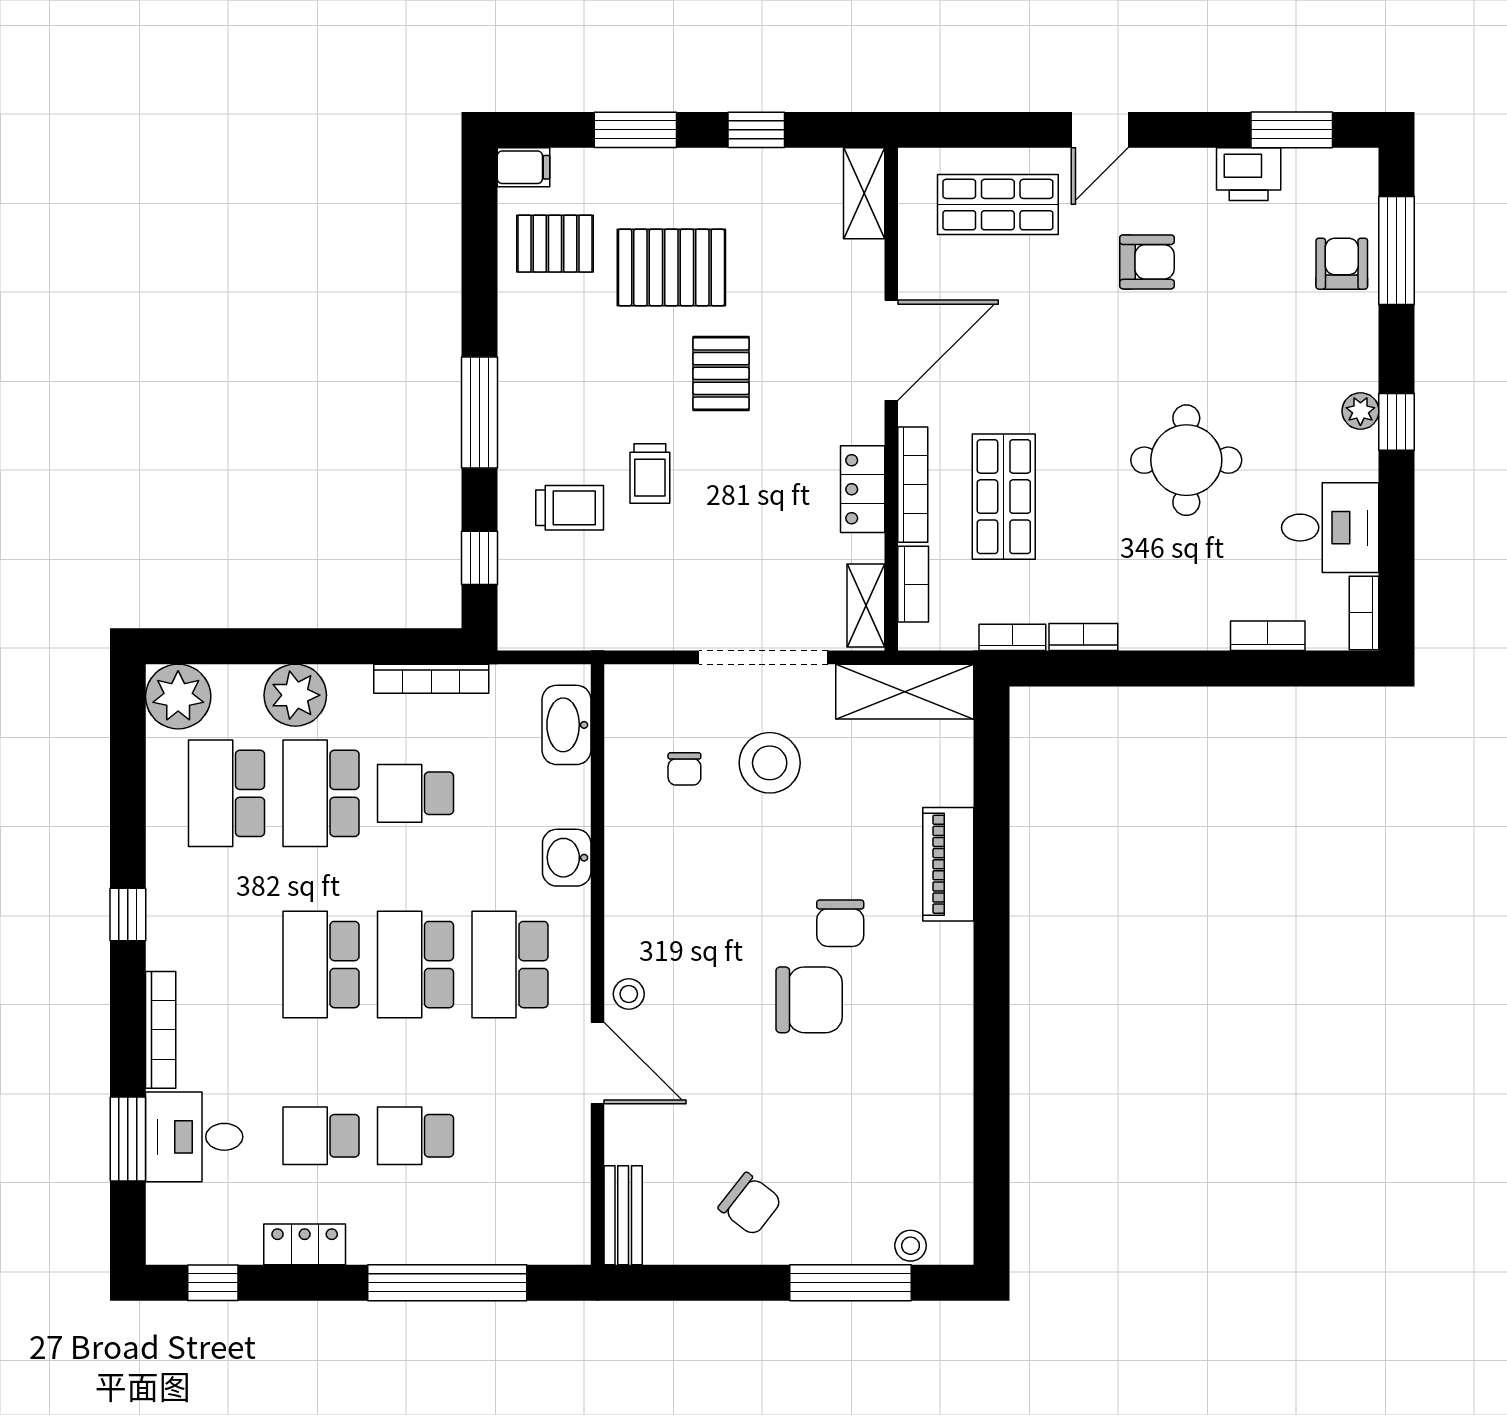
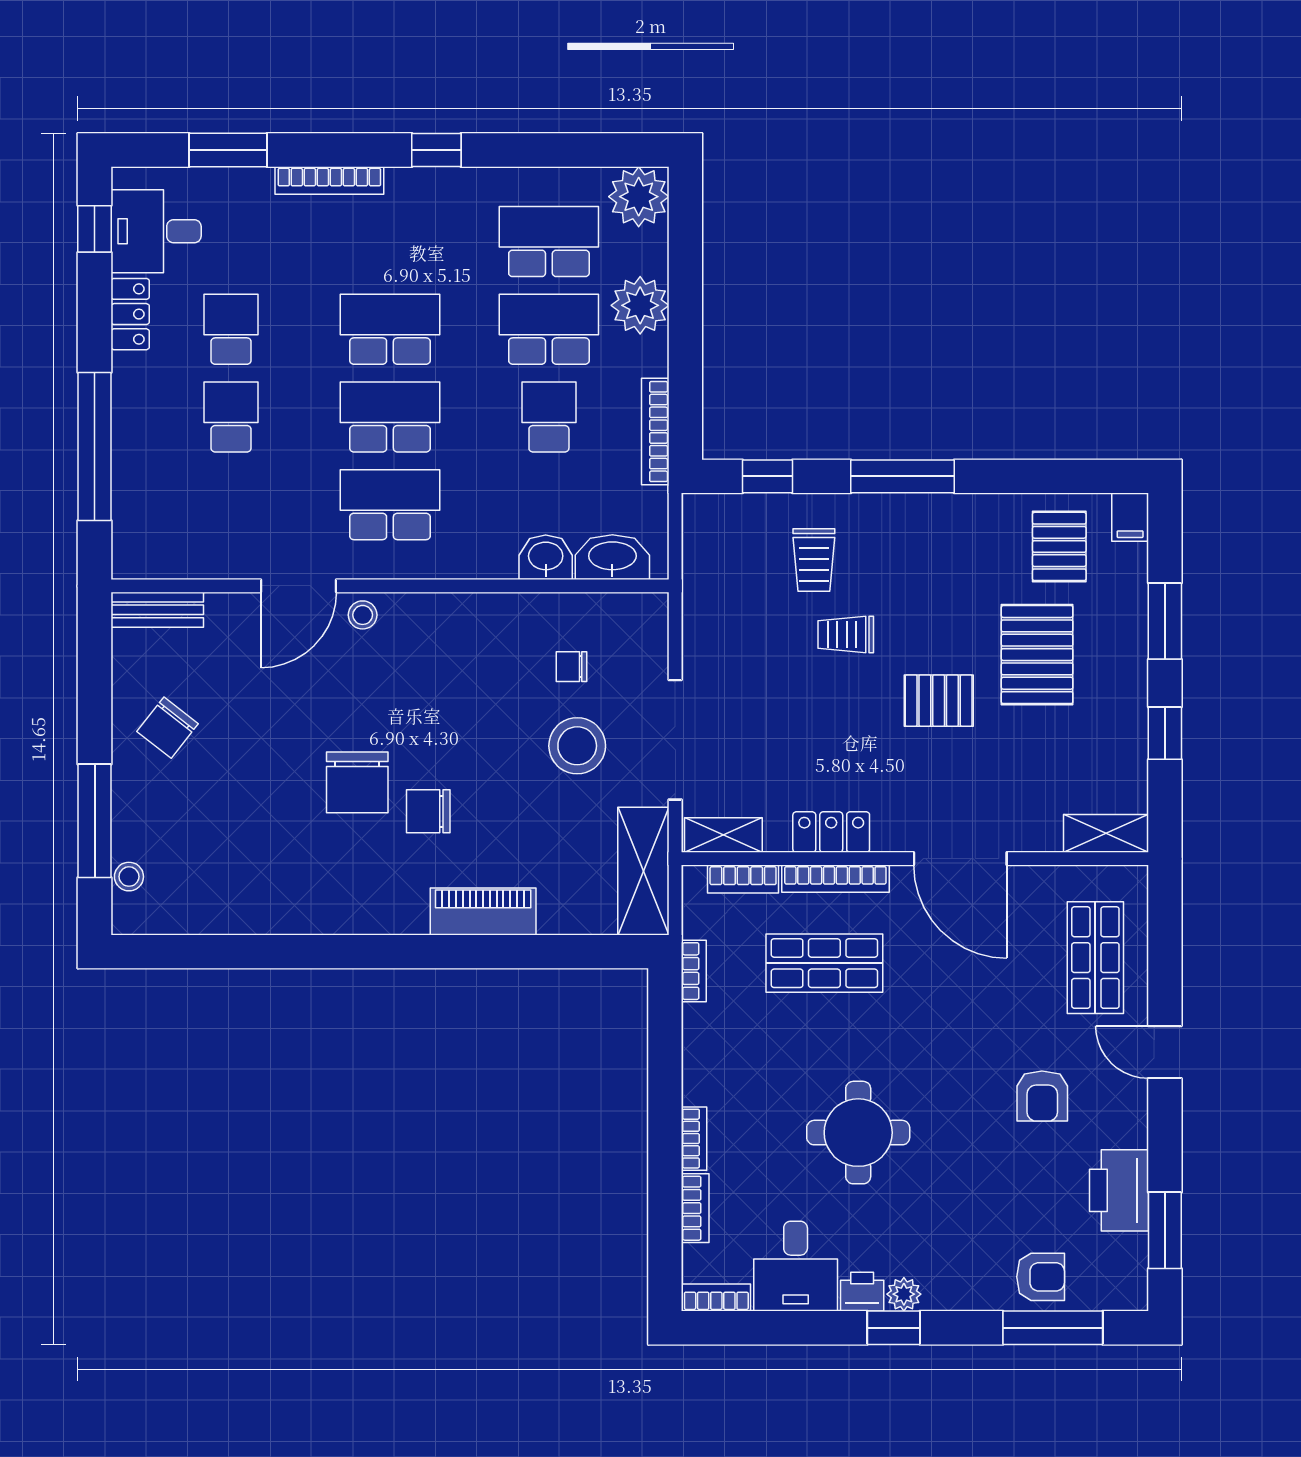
printer: (1249, 174) -> (1119, 1190), width x1.37, depth x1.19
printer: (1358, 456) -> (862, 1292), added
bookcase: (1083, 637) -> (694, 1139), moved
washbasin: (567, 858) -> (546, 557), moved
desk: (194, 1137) -> (156, 231), moved, turned -90

